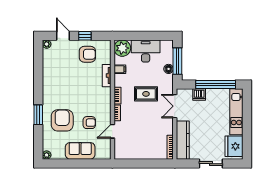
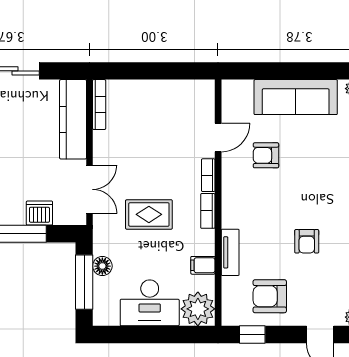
window: (85, 36) -> (252, 334), moved
armchair: (62, 120) -> (307, 241), moved, width x0.53, depth x0.53
sofa: (80, 151) -> (296, 97), width x1.36

